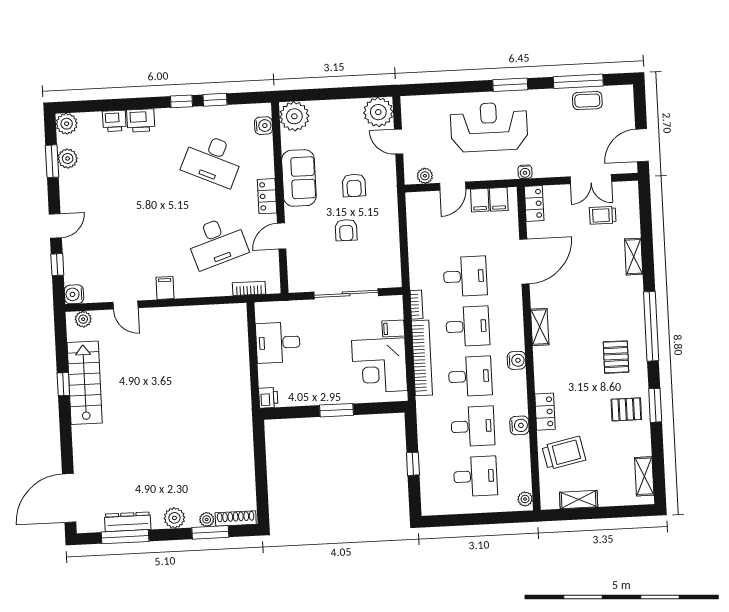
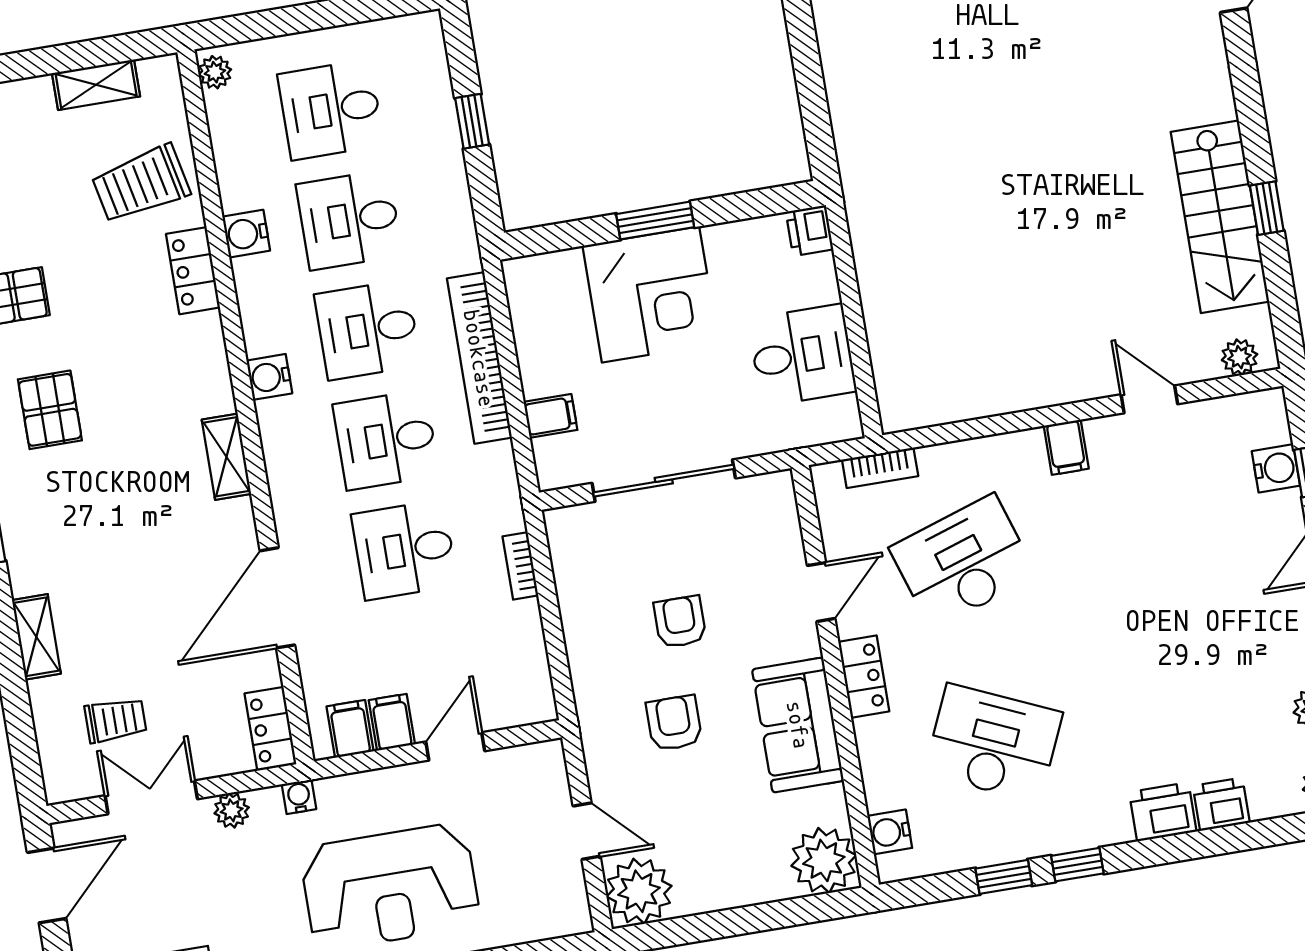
plant: (425, 176) -> (232, 810), moved
water cooler: (74, 294) -> (1276, 468), moved
bookcase: (416, 305) -> (520, 566), moved
corner desk: (379, 366) -> (651, 294), moved, turned 90

